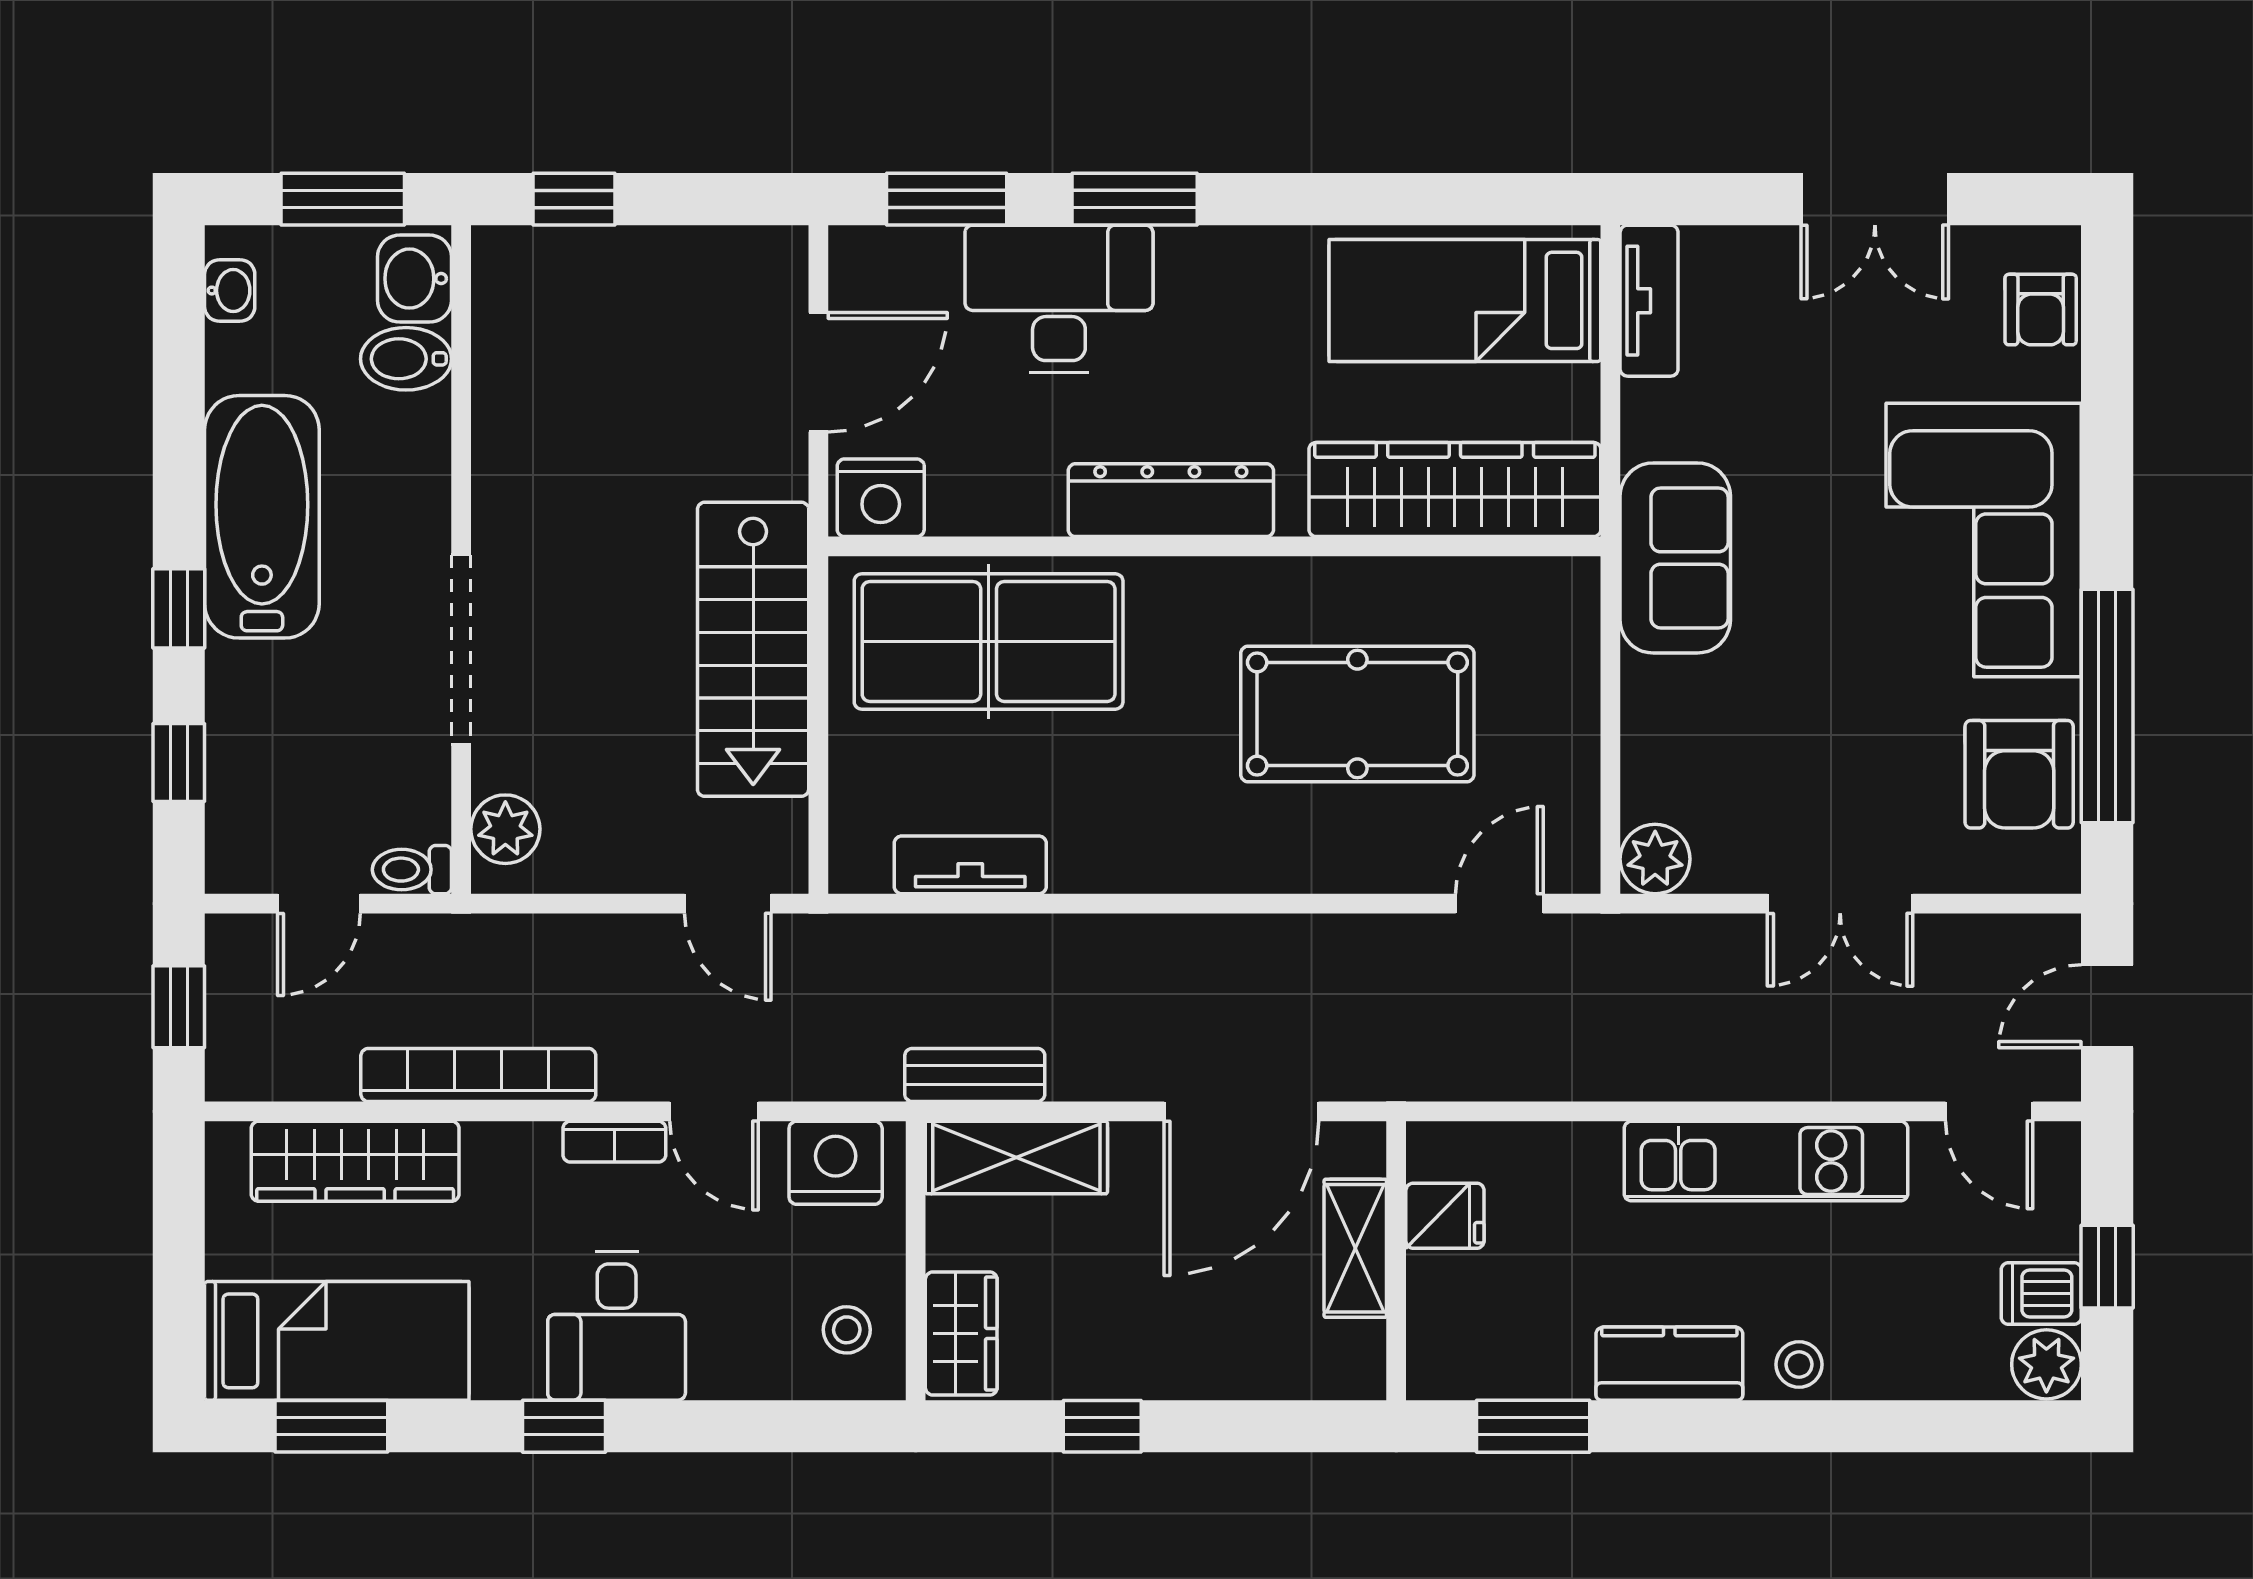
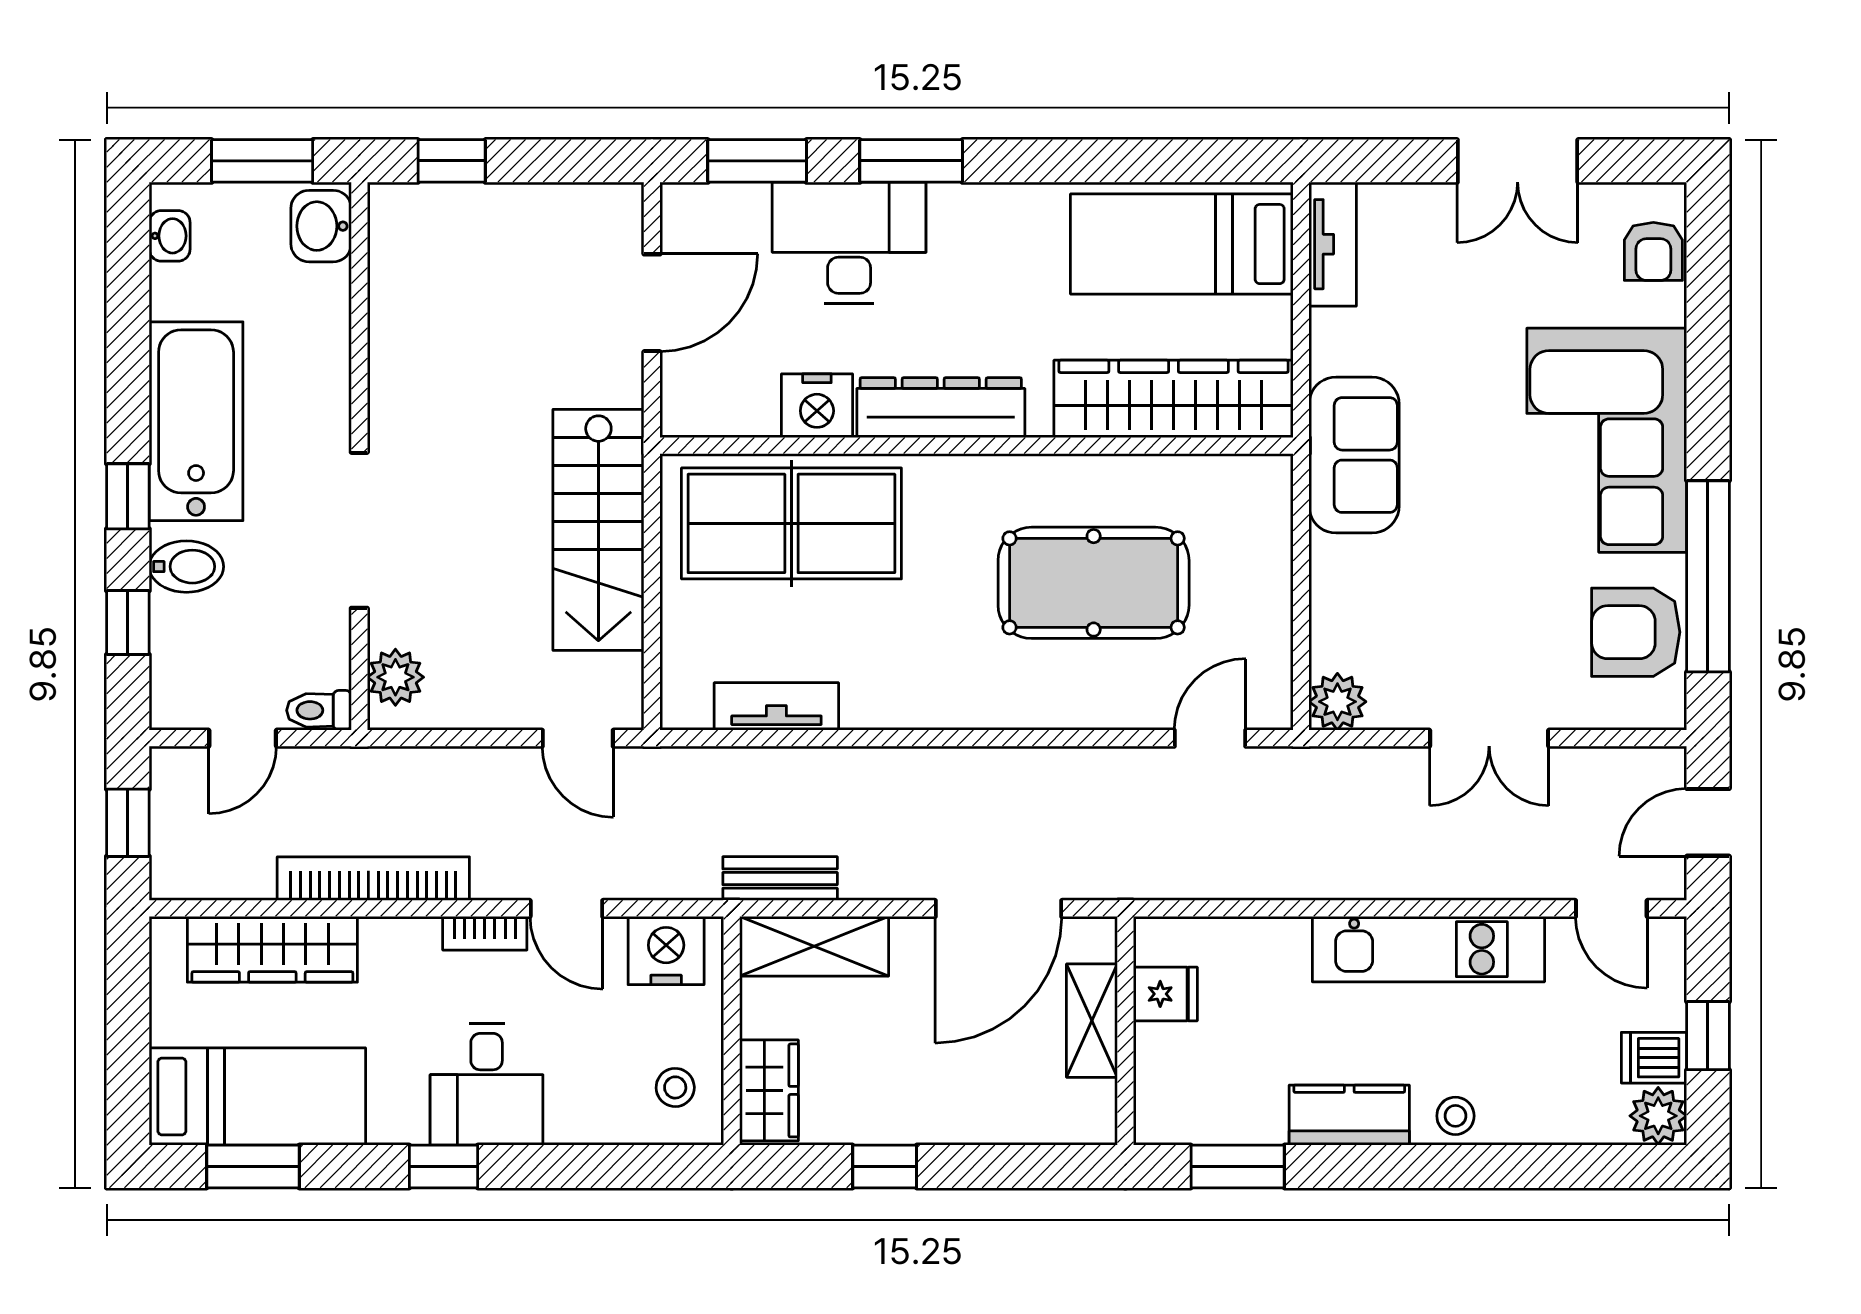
bidet: (406, 359) -> (186, 567), moved, turned 180
nightstand: (881, 498) -> (817, 406), moved
armchair: (2019, 774) -> (1636, 632), turned 90

